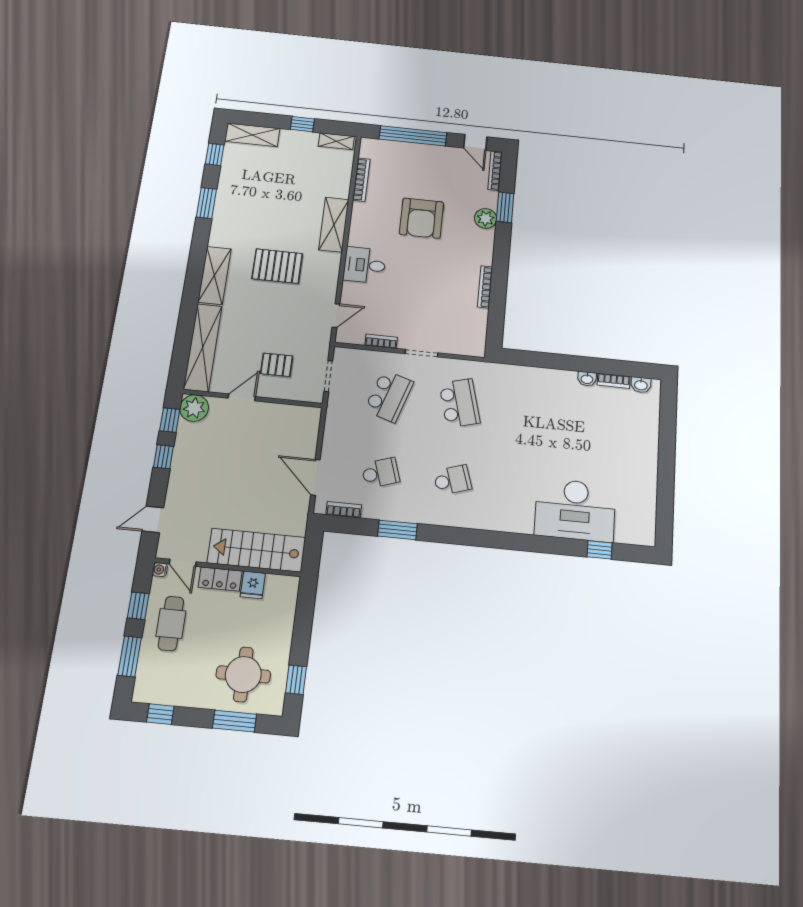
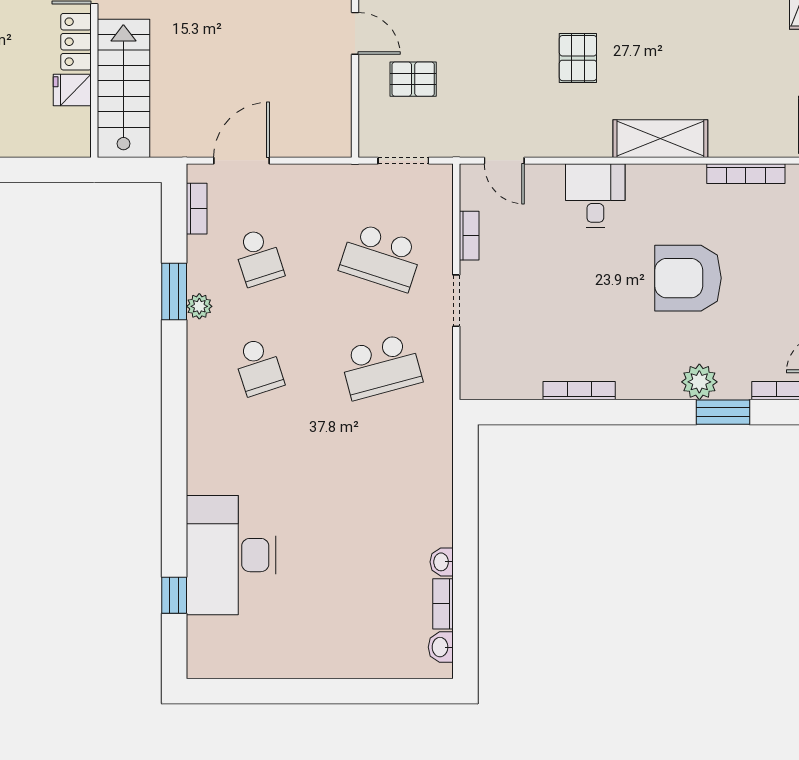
pallet: (277, 266) -> (578, 58), width x0.67, depth x0.71
pallet: (277, 365) -> (413, 79), turned 90
plant: (409, 514) -> (199, 306), added

